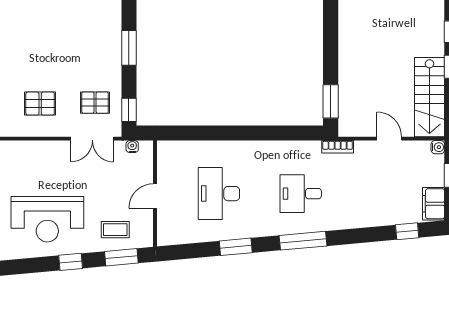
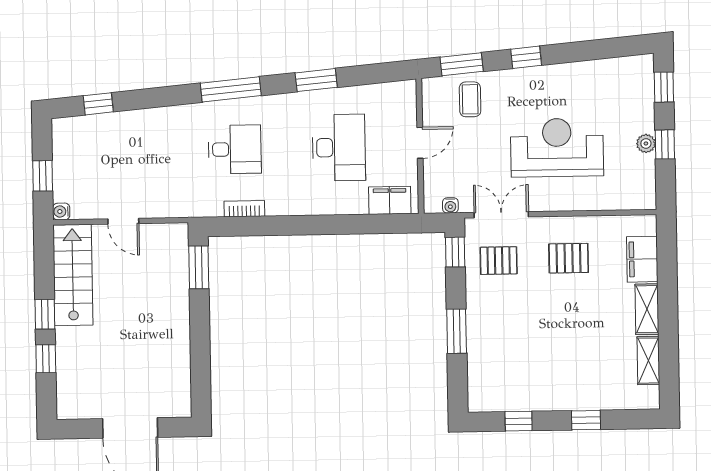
bookcase: (338, 147) -> (244, 209), moved
filing cabinet: (434, 204) -> (390, 200), moved, turned -90
reception desk: (47, 219) -> (557, 148), moved
coffee table: (115, 230) -> (470, 99), turned 90

